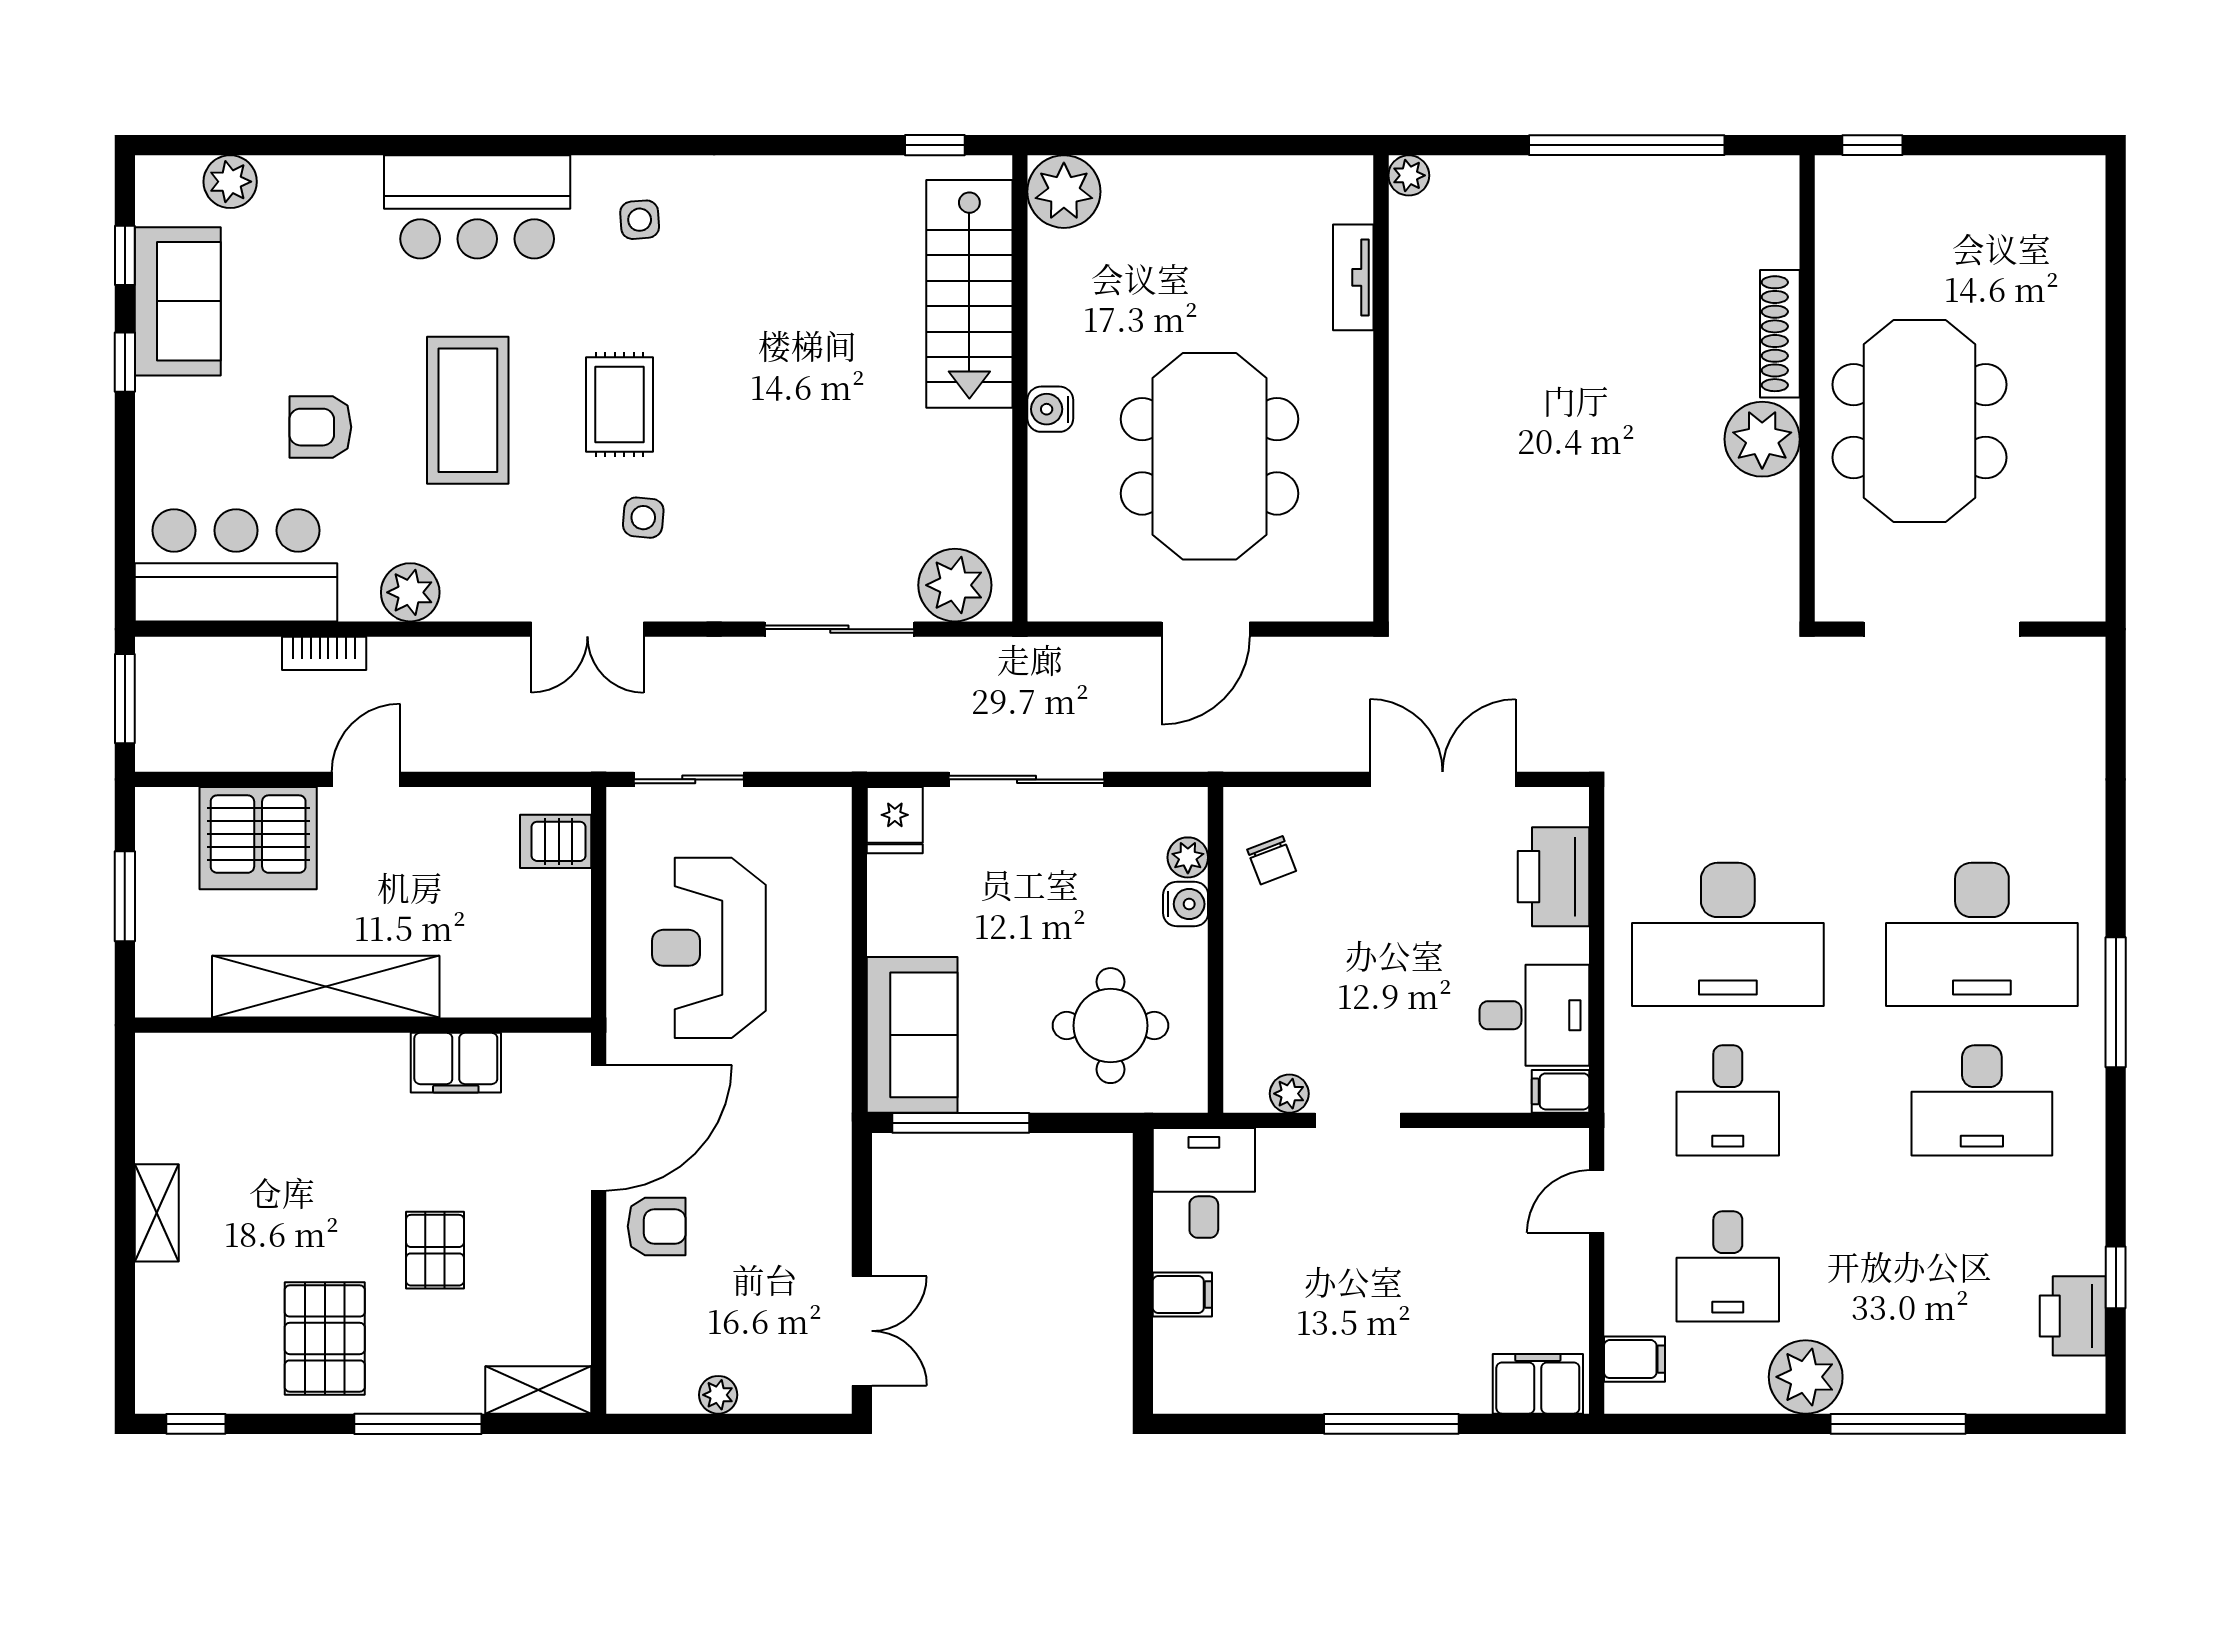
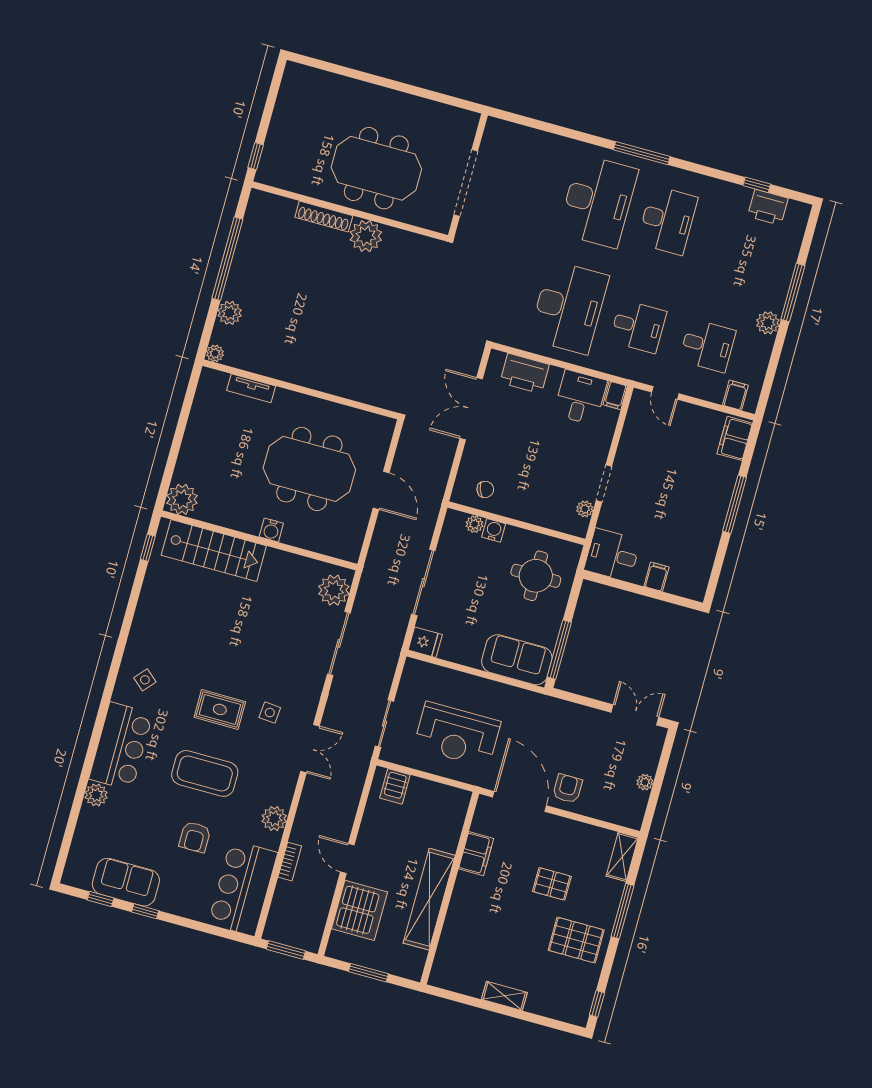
plant: (230, 182) -> (96, 795), moved
plant: (1508, 183) -> (230, 313), added
side table: (640, 220) -> (145, 680), turned 45
plant: (1806, 1377) -> (768, 323), width x0.73, depth x0.73

